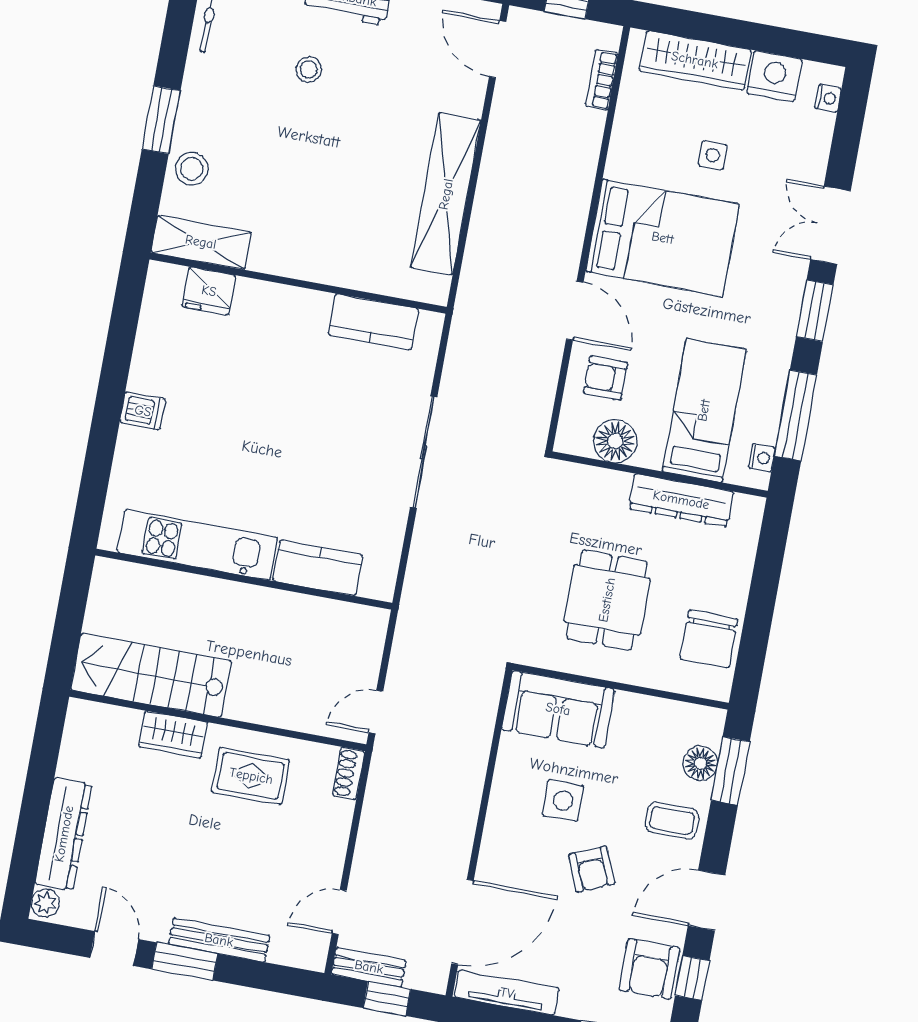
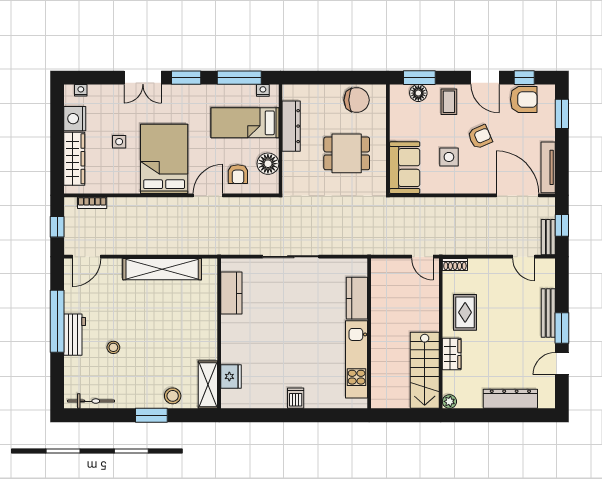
plant: (45, 903) -> (449, 401), moved

